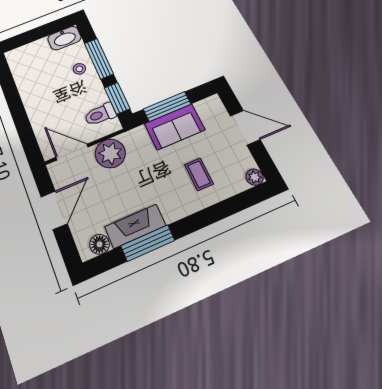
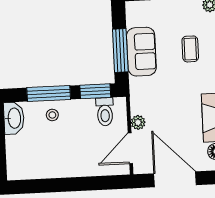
plant: (110, 153) -> (138, 122), width x0.53, depth x0.53
coffee table: (199, 174) -> (190, 49), turned 90
door: (54, 210) -> (175, 179), width x1.36

